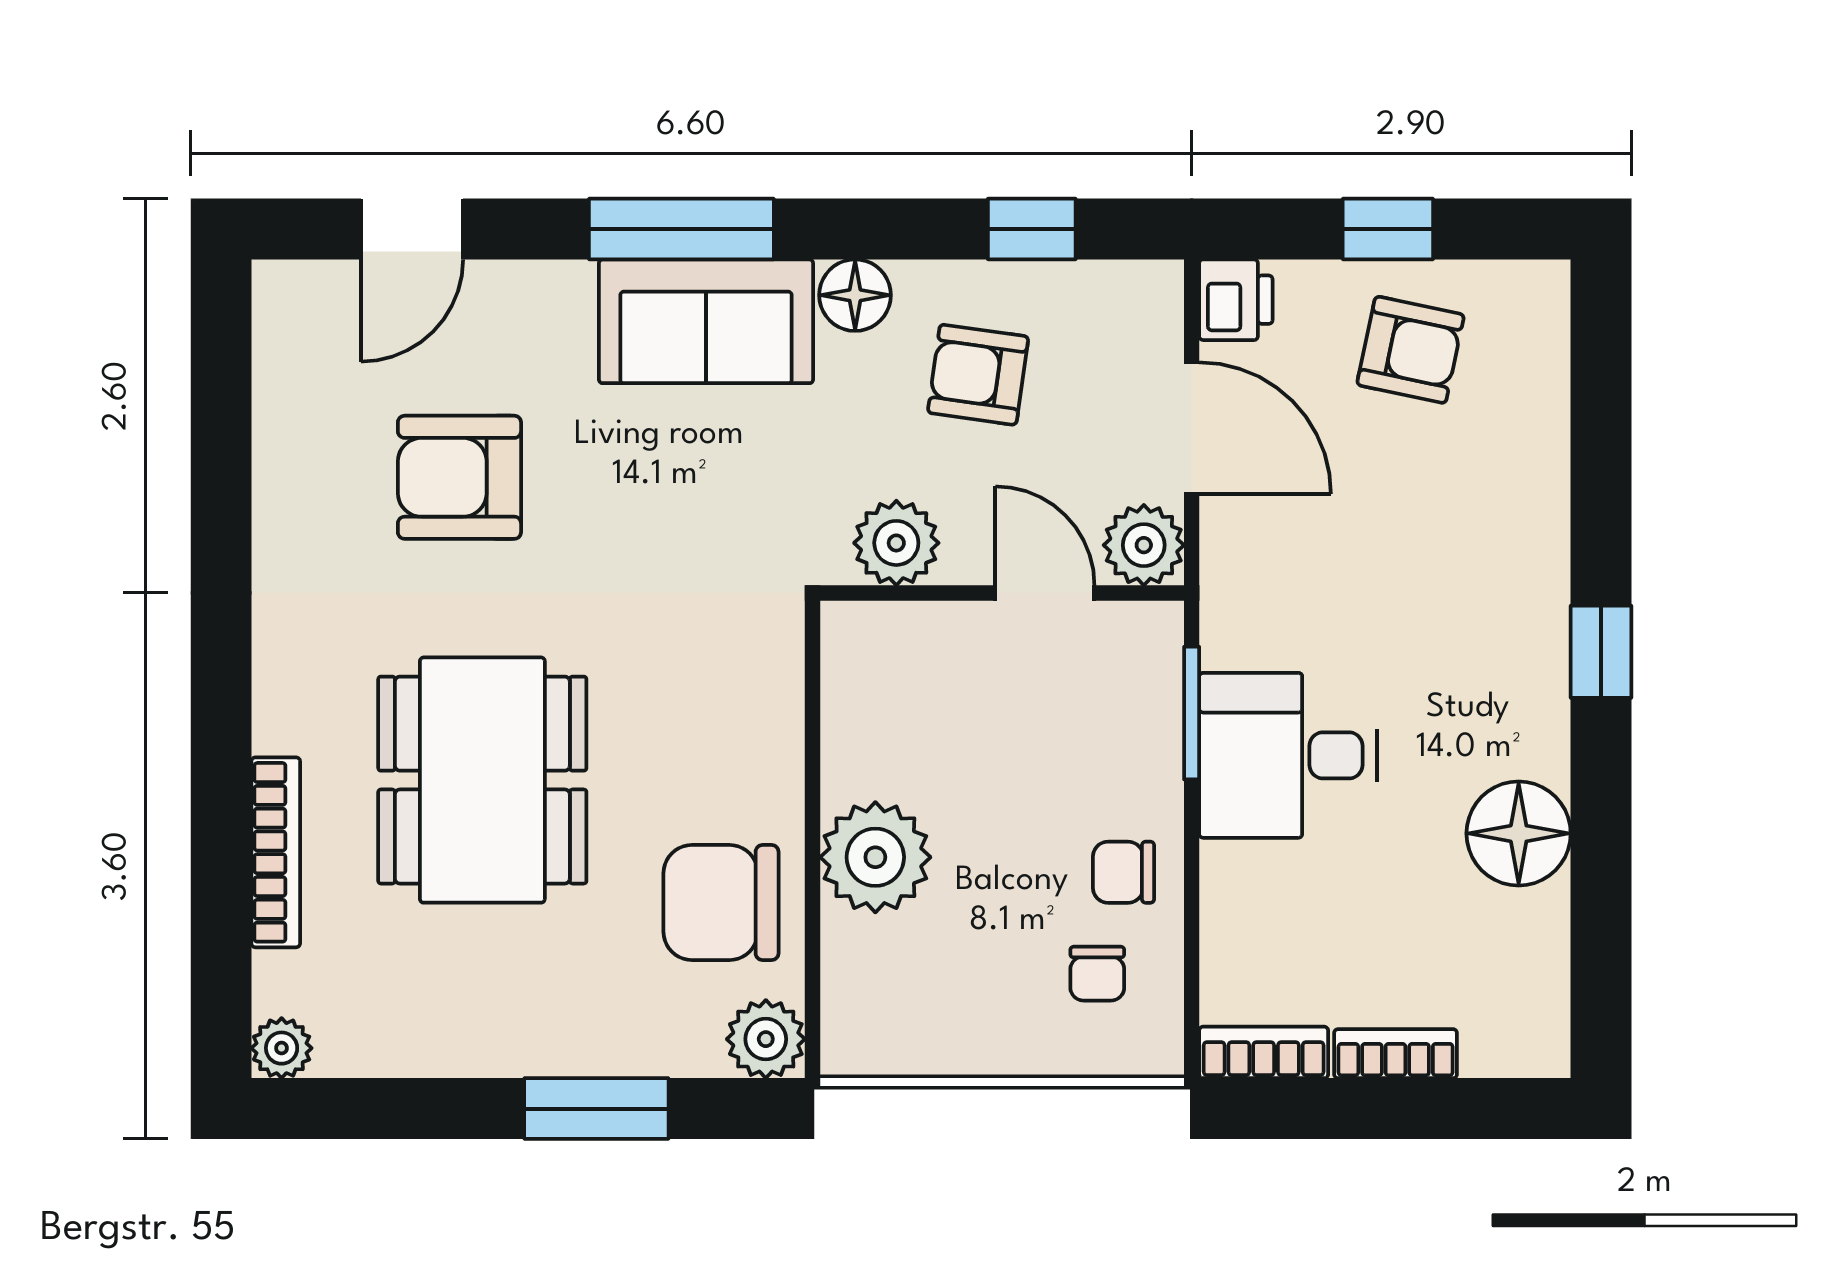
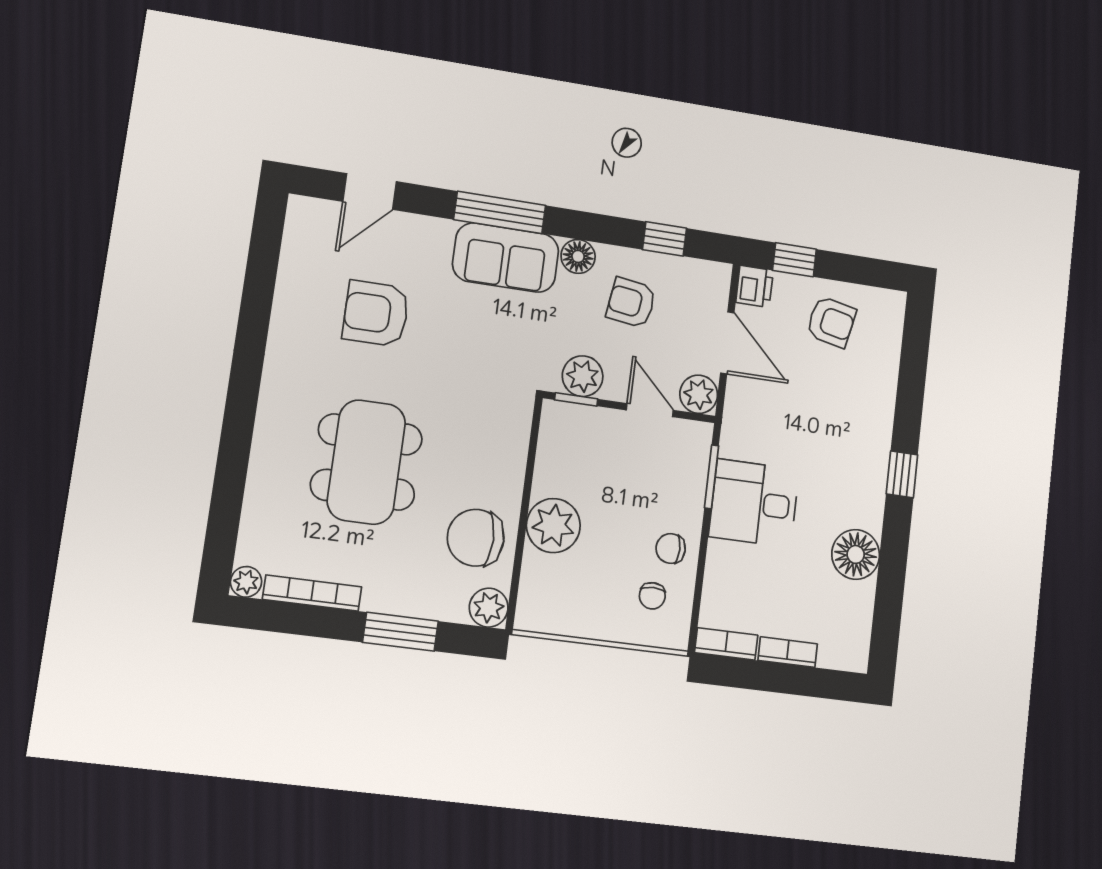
window: (1388, 229) -> (794, 260), moved
window: (889, 593) -> (576, 399), added
bookcase: (276, 852) -> (312, 593), moved, turned -90

